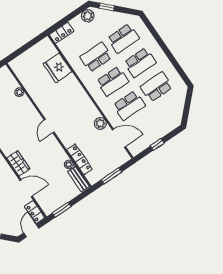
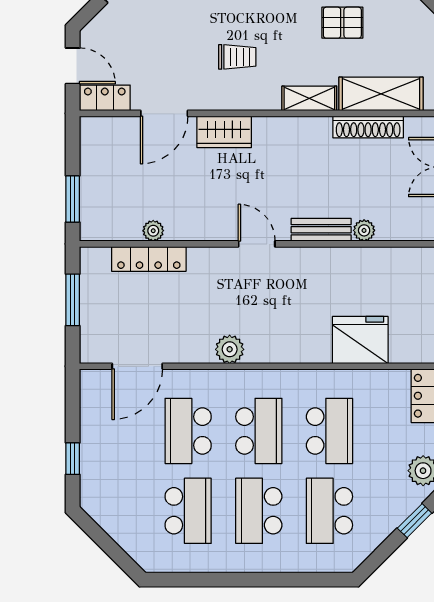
school desk: (113, 81) -> (259, 431), turned 180
plant: (100, 123) -> (230, 349), moved
window: (157, 144) -> (73, 459), moved
bench: (78, 179) -> (321, 230), moved
window: (62, 210) -> (73, 199), moved

